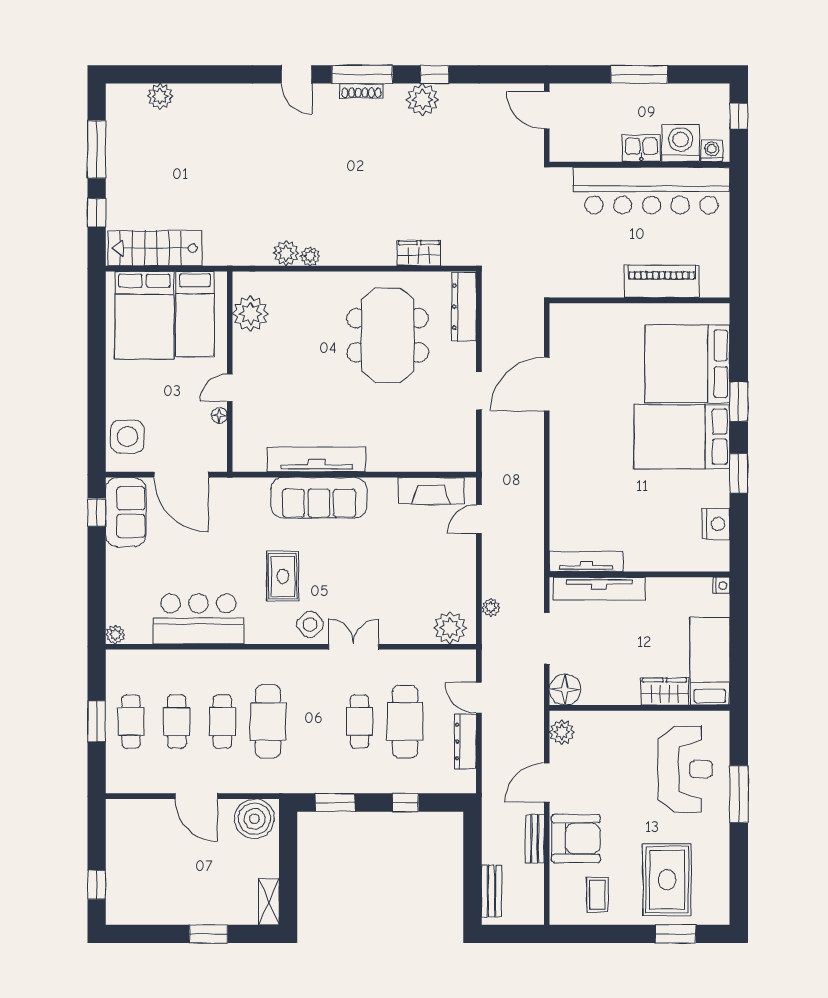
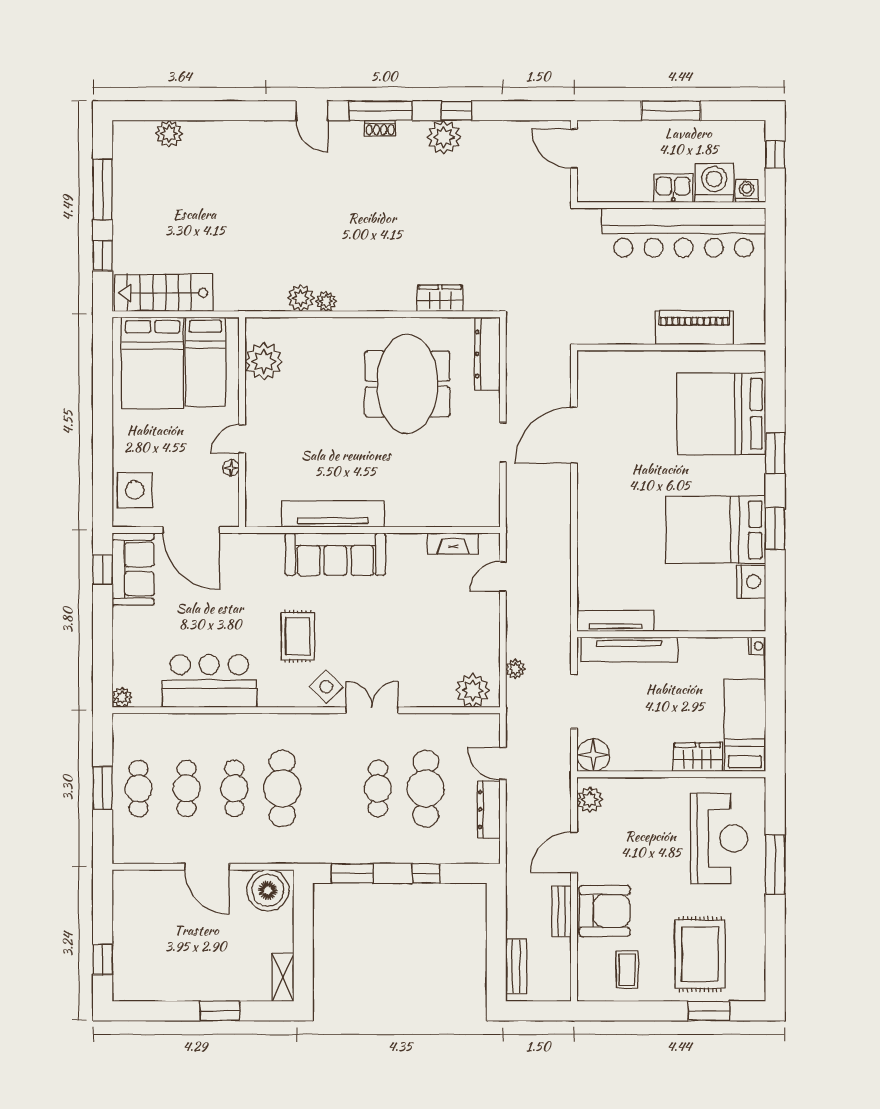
shoe rack: (362, 91) -> (380, 128), width x0.70
bed: (682, 437) -> (716, 530), moved
fireplace: (431, 491) -> (453, 544), width x0.73, depth x0.76

